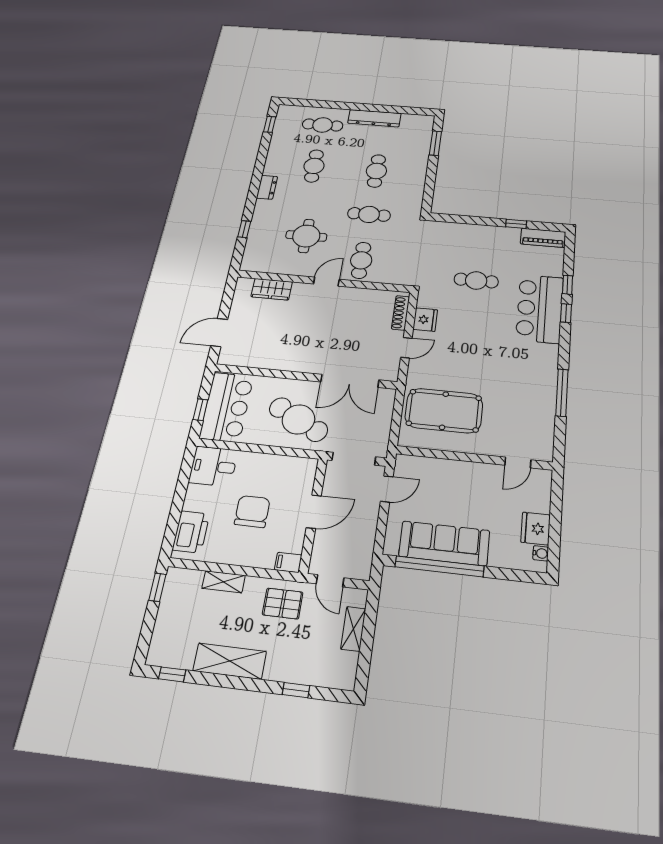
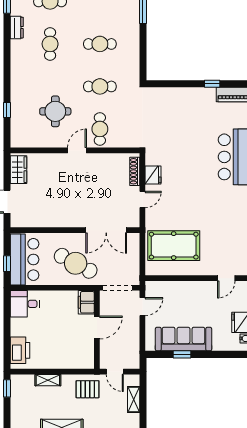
cafe table: (376, 171) -> (100, 44), turned 90
dresser: (267, 187) -> (17, 28), moved
cafe table: (476, 280) -> (186, 138), removed
wardrobe: (272, 289) -> (19, 170), moved, turned -90
chair: (252, 511) -> (57, 332), removed
filing cabinet: (288, 562) -> (86, 302), moved, width x2.00
window: (439, 566) -> (182, 354), width x0.32

